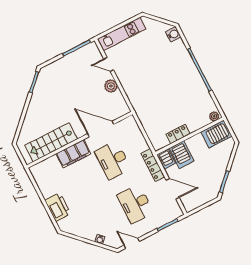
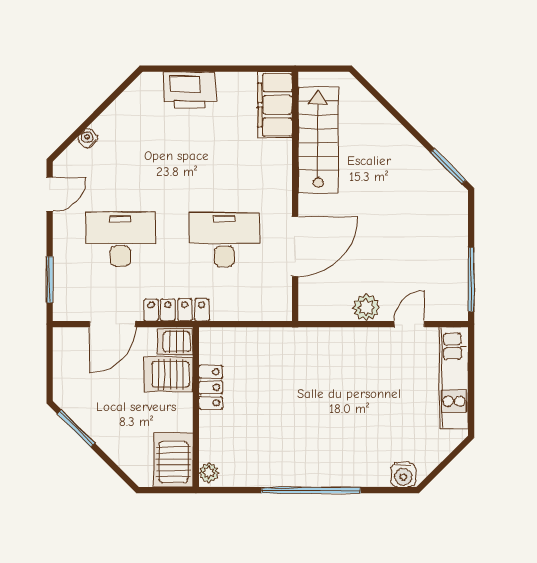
filing cabinet: (73, 154) -> (275, 105), moved

